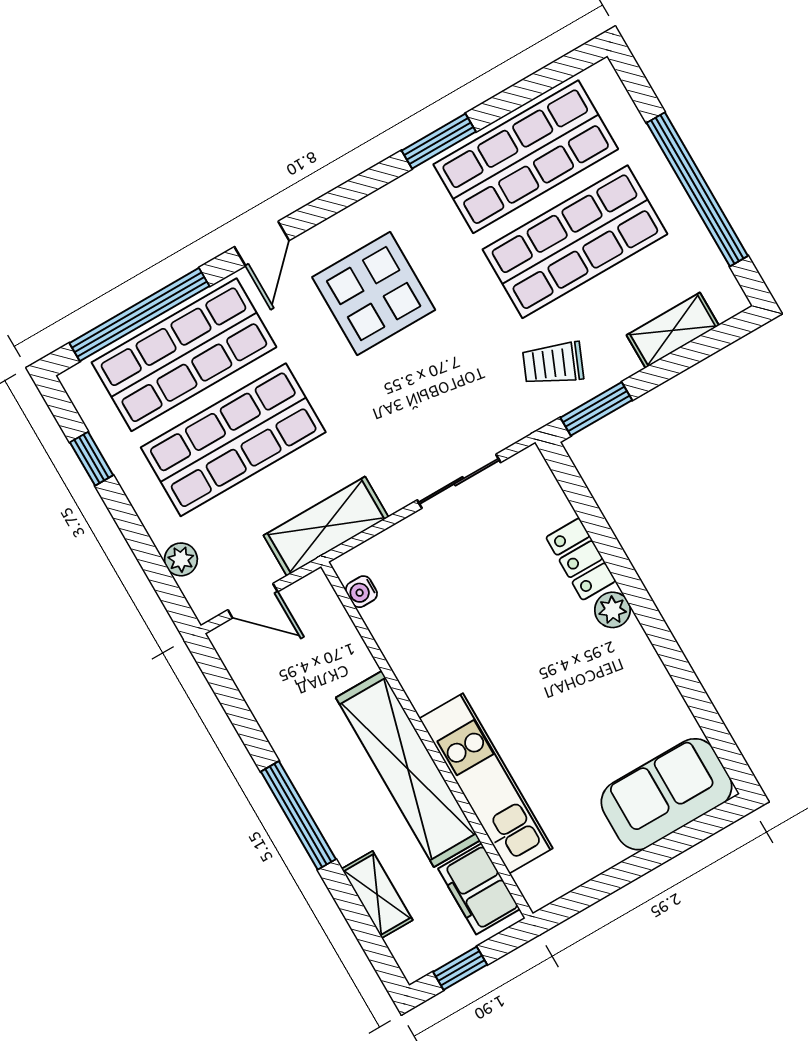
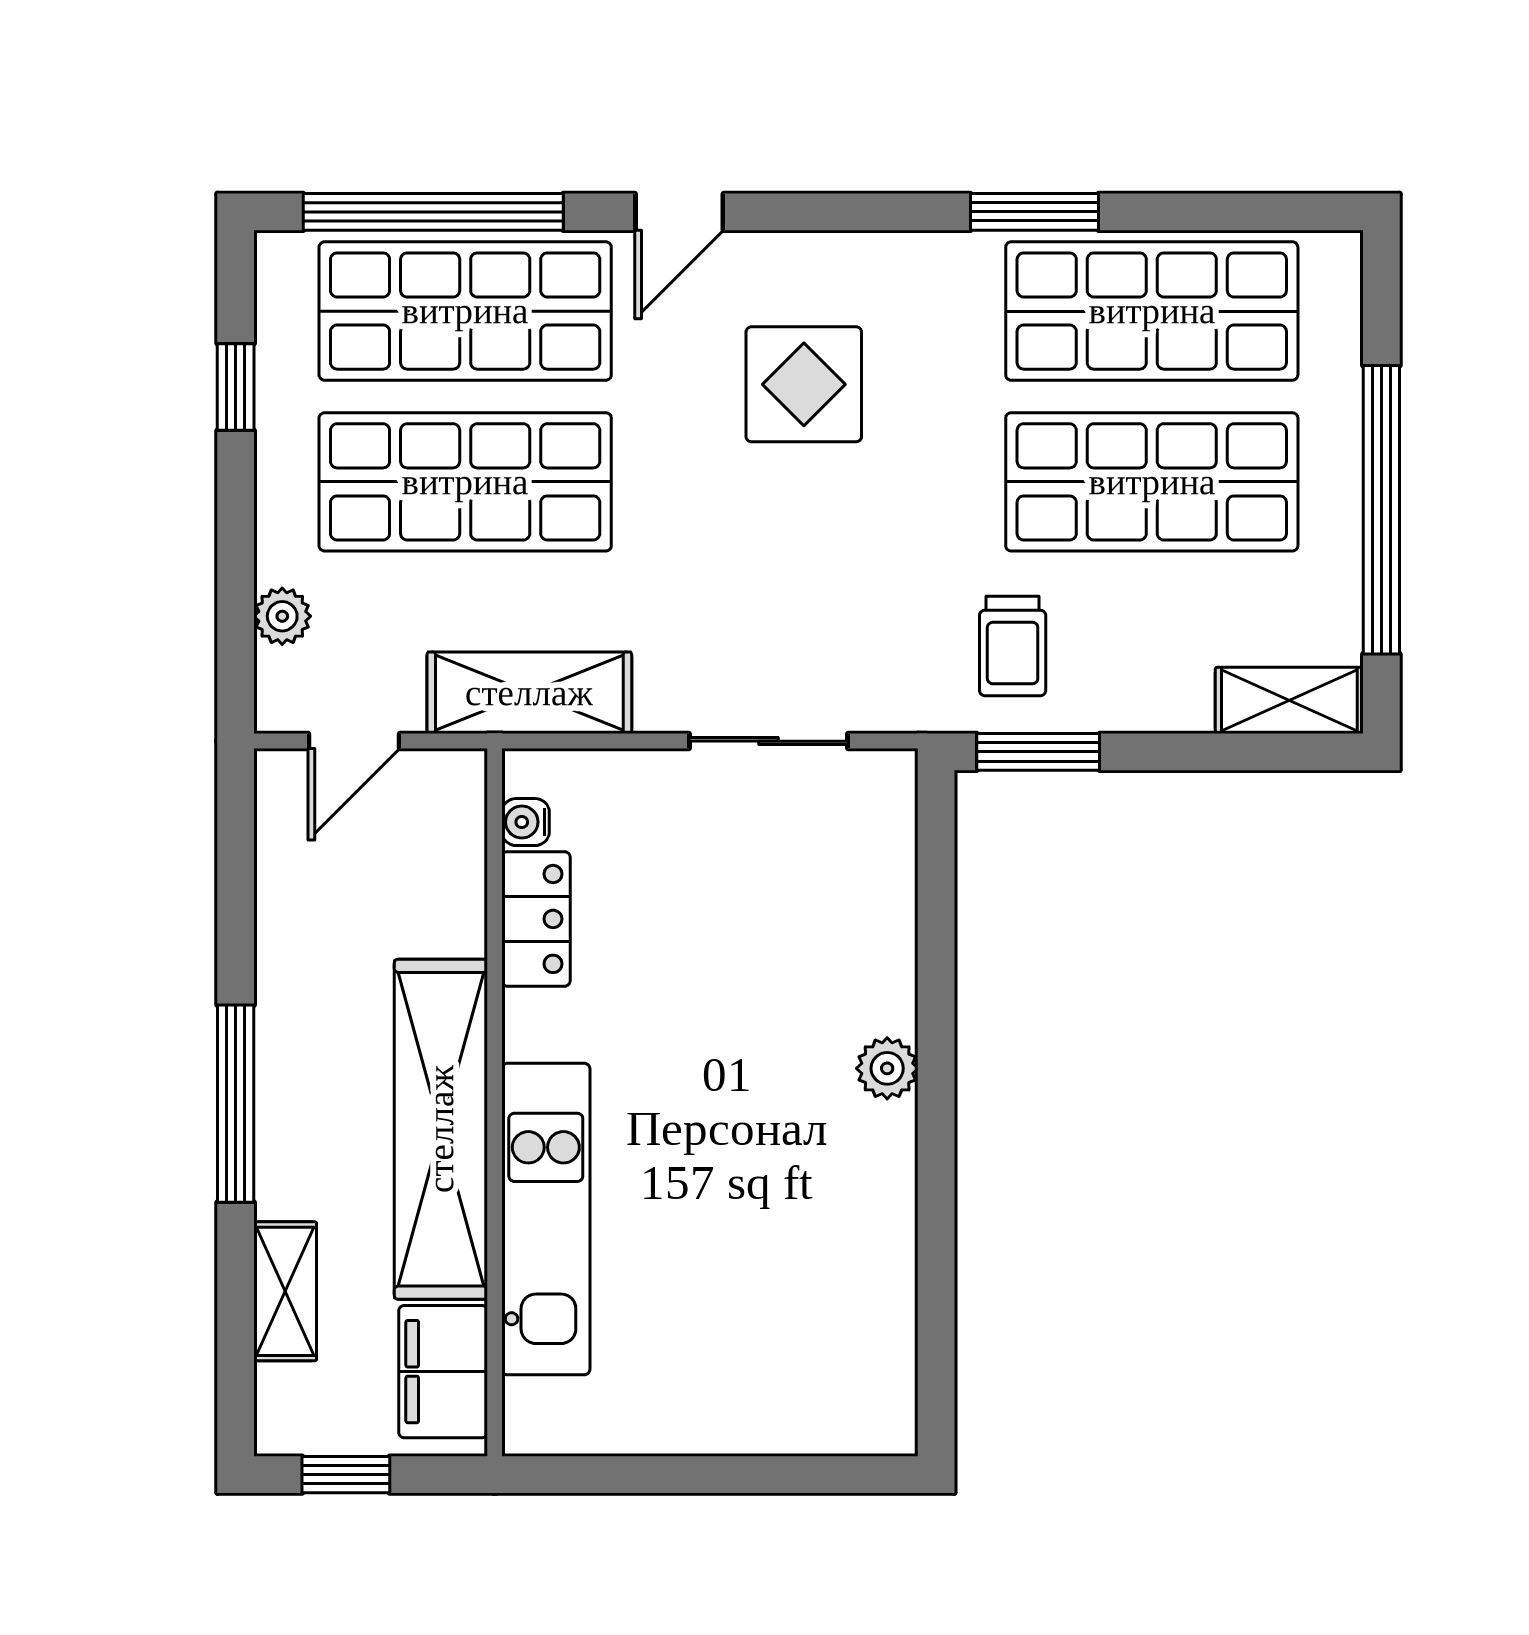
display table: (374, 294) -> (804, 384), width x0.73, depth x0.73
shelving: (673, 330) -> (1289, 700), moved
trolley: (553, 364) -> (1013, 646), turned -113
locker: (581, 559) -> (536, 919), moved, turned 180
door: (253, 601) -> (354, 741), hinge flipped
sofa: (666, 794) -> (808, 1393), removed

